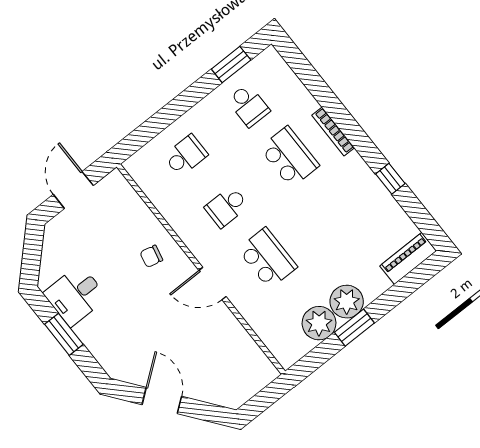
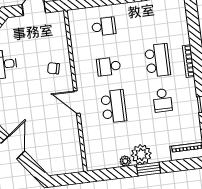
school desk: (249, 105) -> (162, 100), moved
plant: (319, 323) -> (125, 161), width x0.53, depth x0.53
window: (354, 328) -> (149, 169), moved

